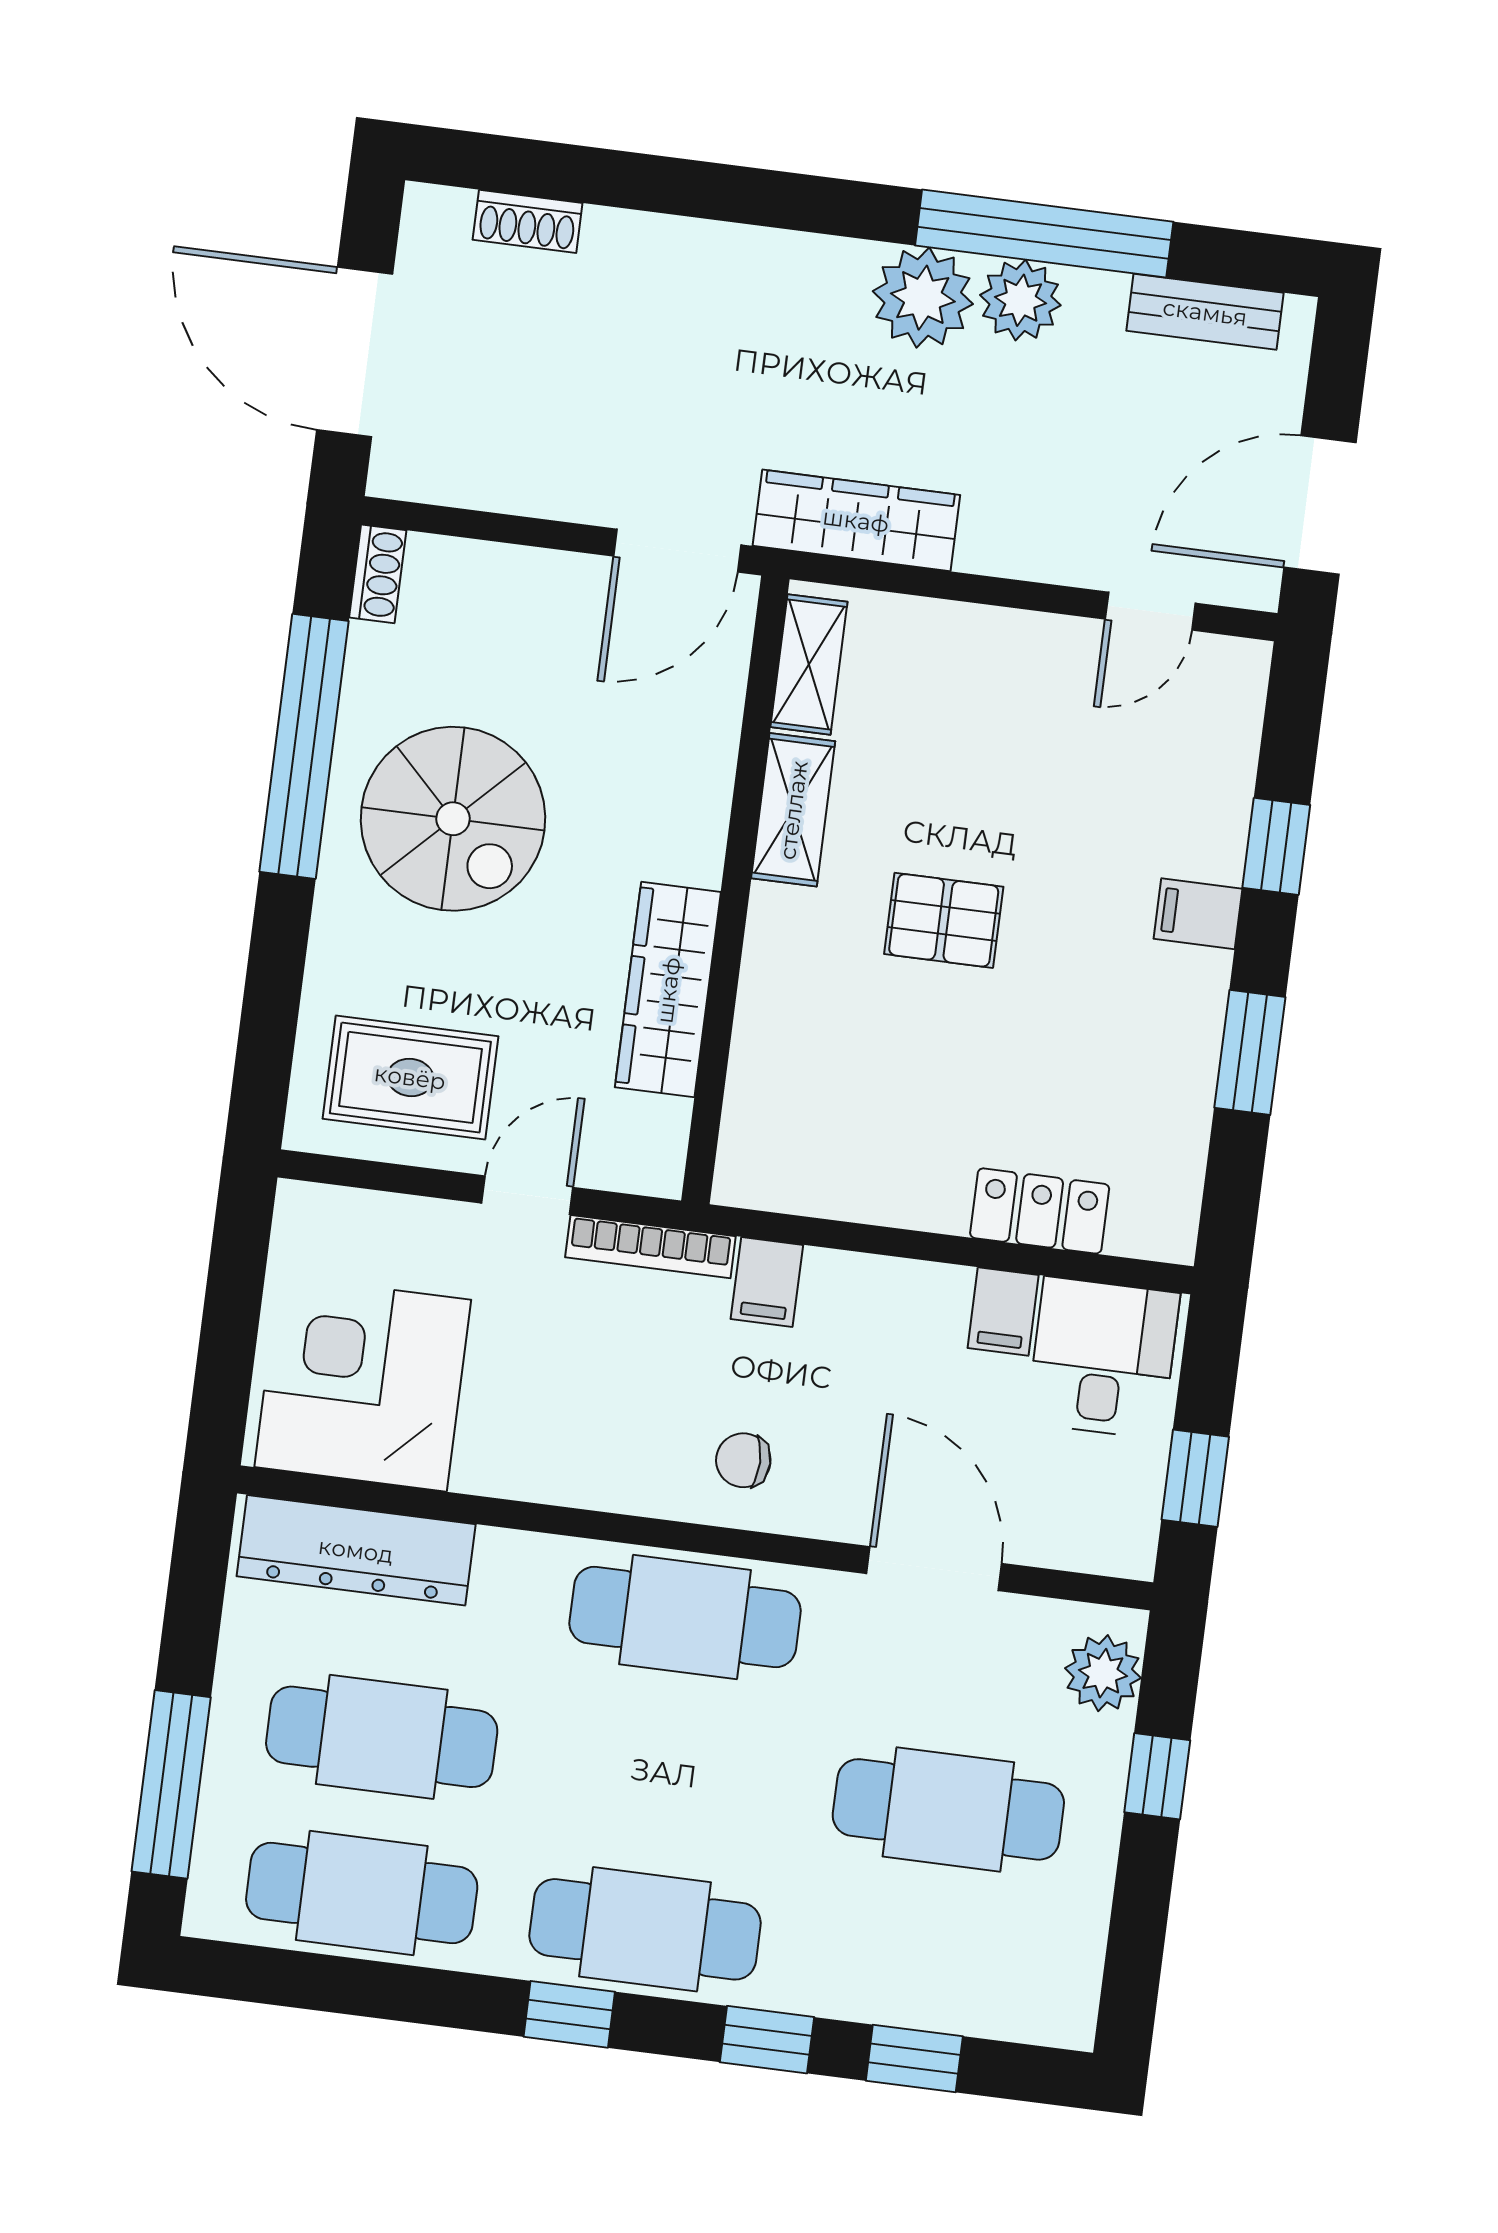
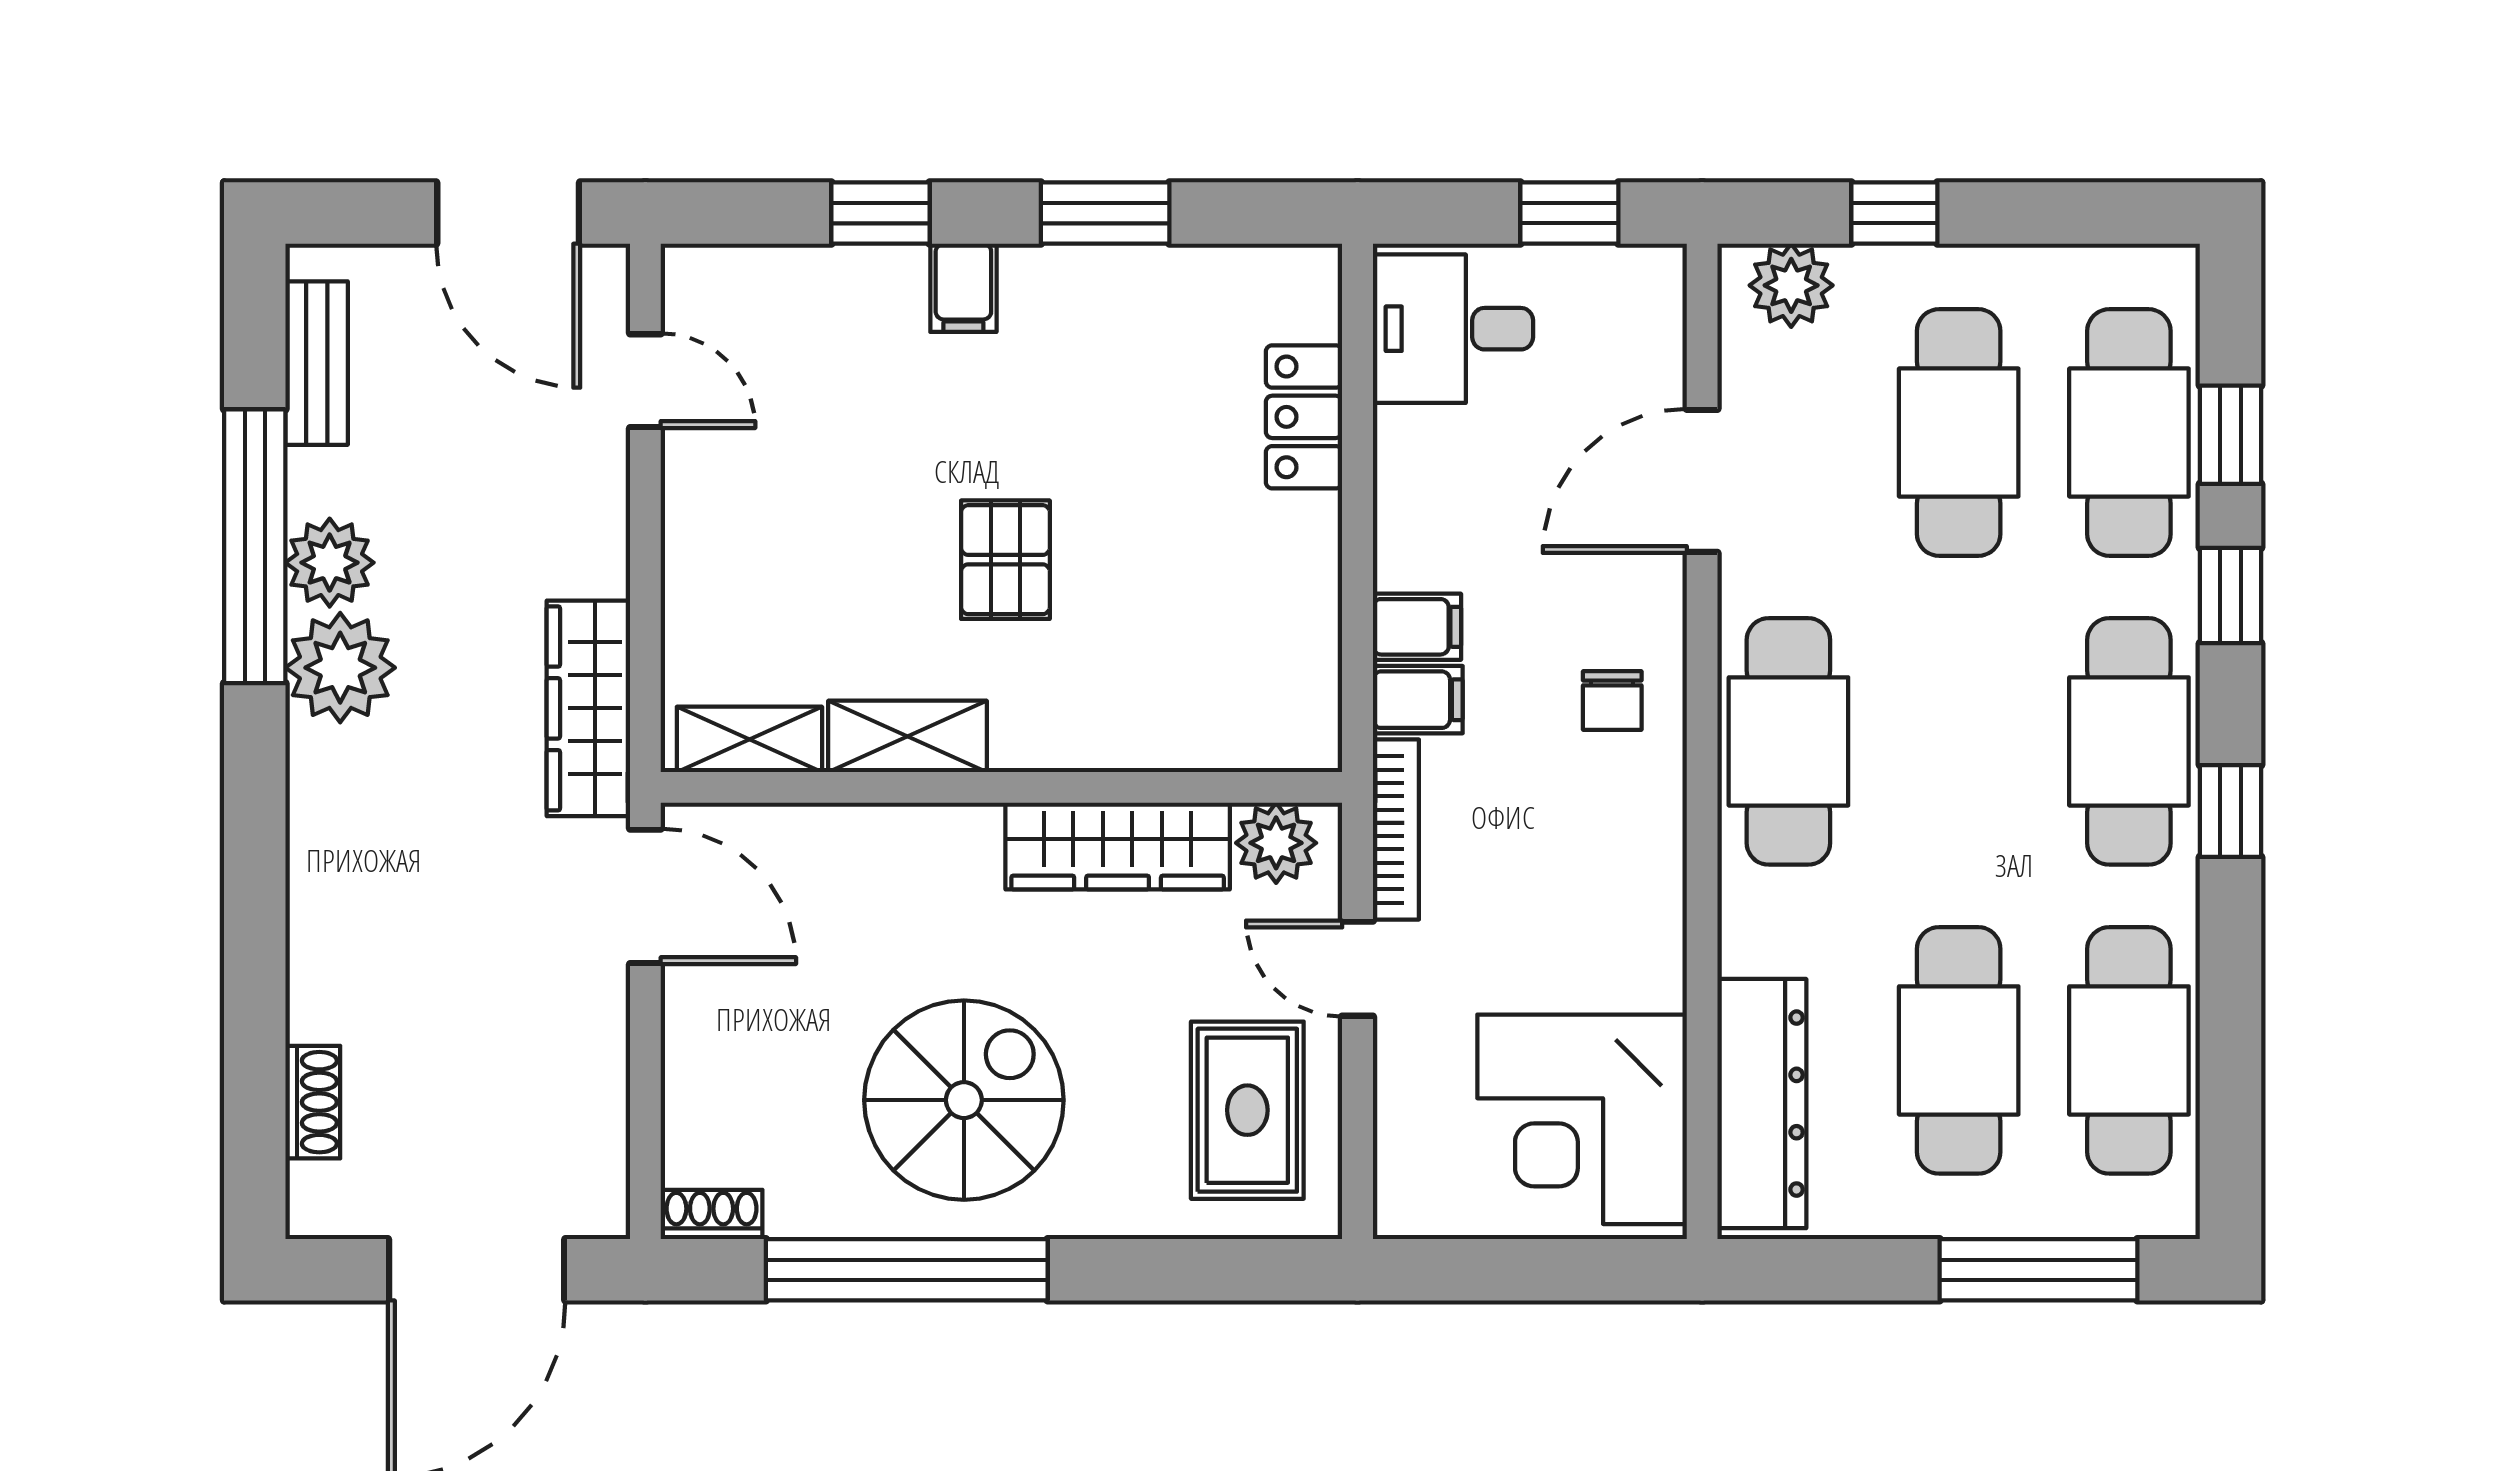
plant: (652, 1135) -> (1276, 843), added
filing cabinet: (1003, 1312) -> (1417, 627), moved
cafe table: (928, 1966) -> (2129, 433), added

